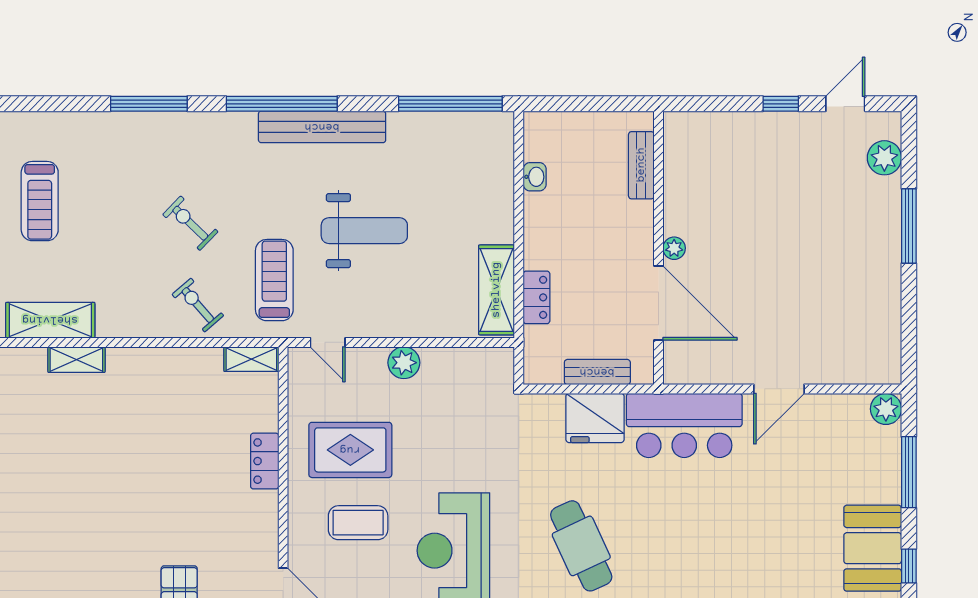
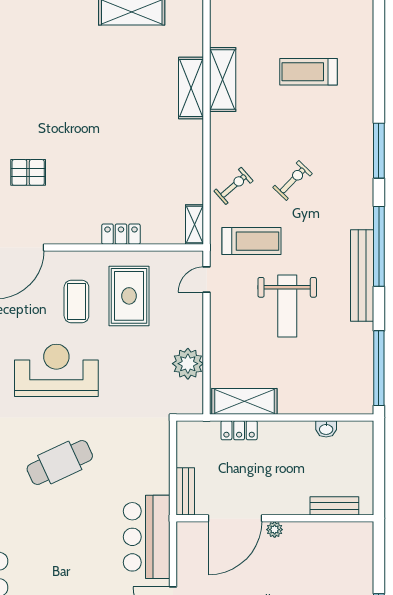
shelving: (76, 360) -> (191, 88), width x1.50, depth x1.33
plant: (404, 363) -> (188, 364), moved, width x1.36, depth x1.36
bench: (597, 372) -> (185, 491), moved
fridge: (595, 418) -> (152, 472), removed

